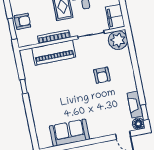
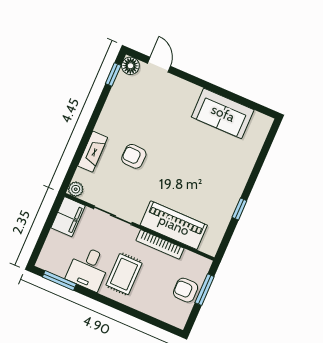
plant: (118, 40) -> (76, 189), width x0.53, depth x0.53
armchair: (102, 75) -> (134, 156), turned -88
fireplace: (135, 104) -> (93, 152), moved

